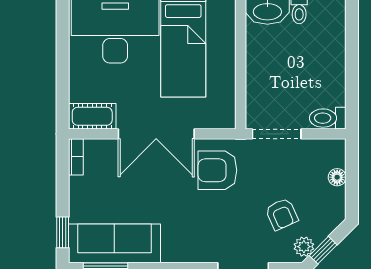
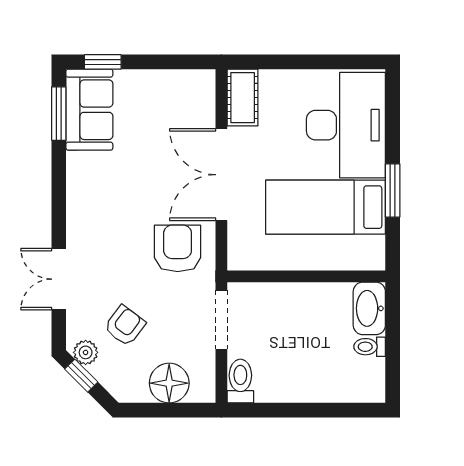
bookcase: (76, 157) -> (194, 78), removed
floor lamp: (337, 177) -> (169, 383), width x1.89, depth x1.89
armchair: (282, 214) -> (125, 326), turned 151
sofa: (114, 243) -> (89, 110), width x0.73

